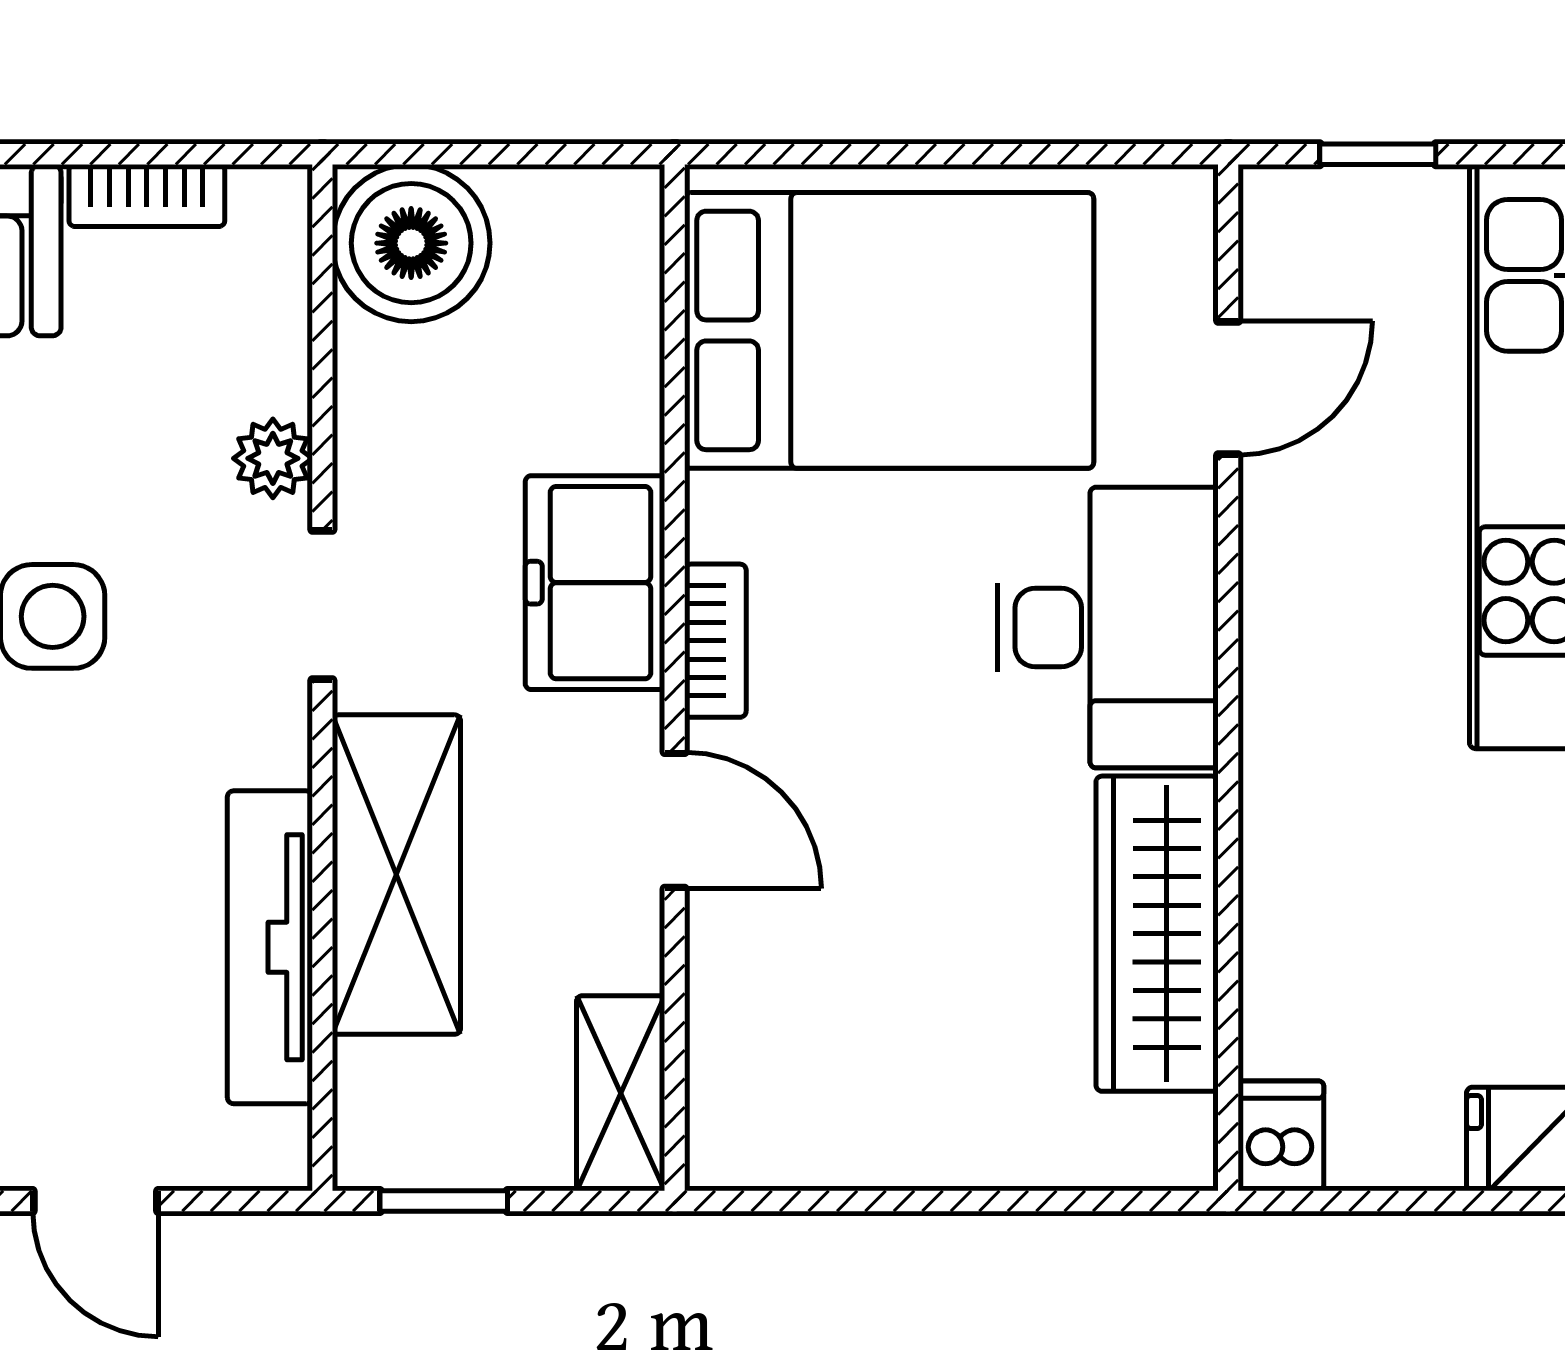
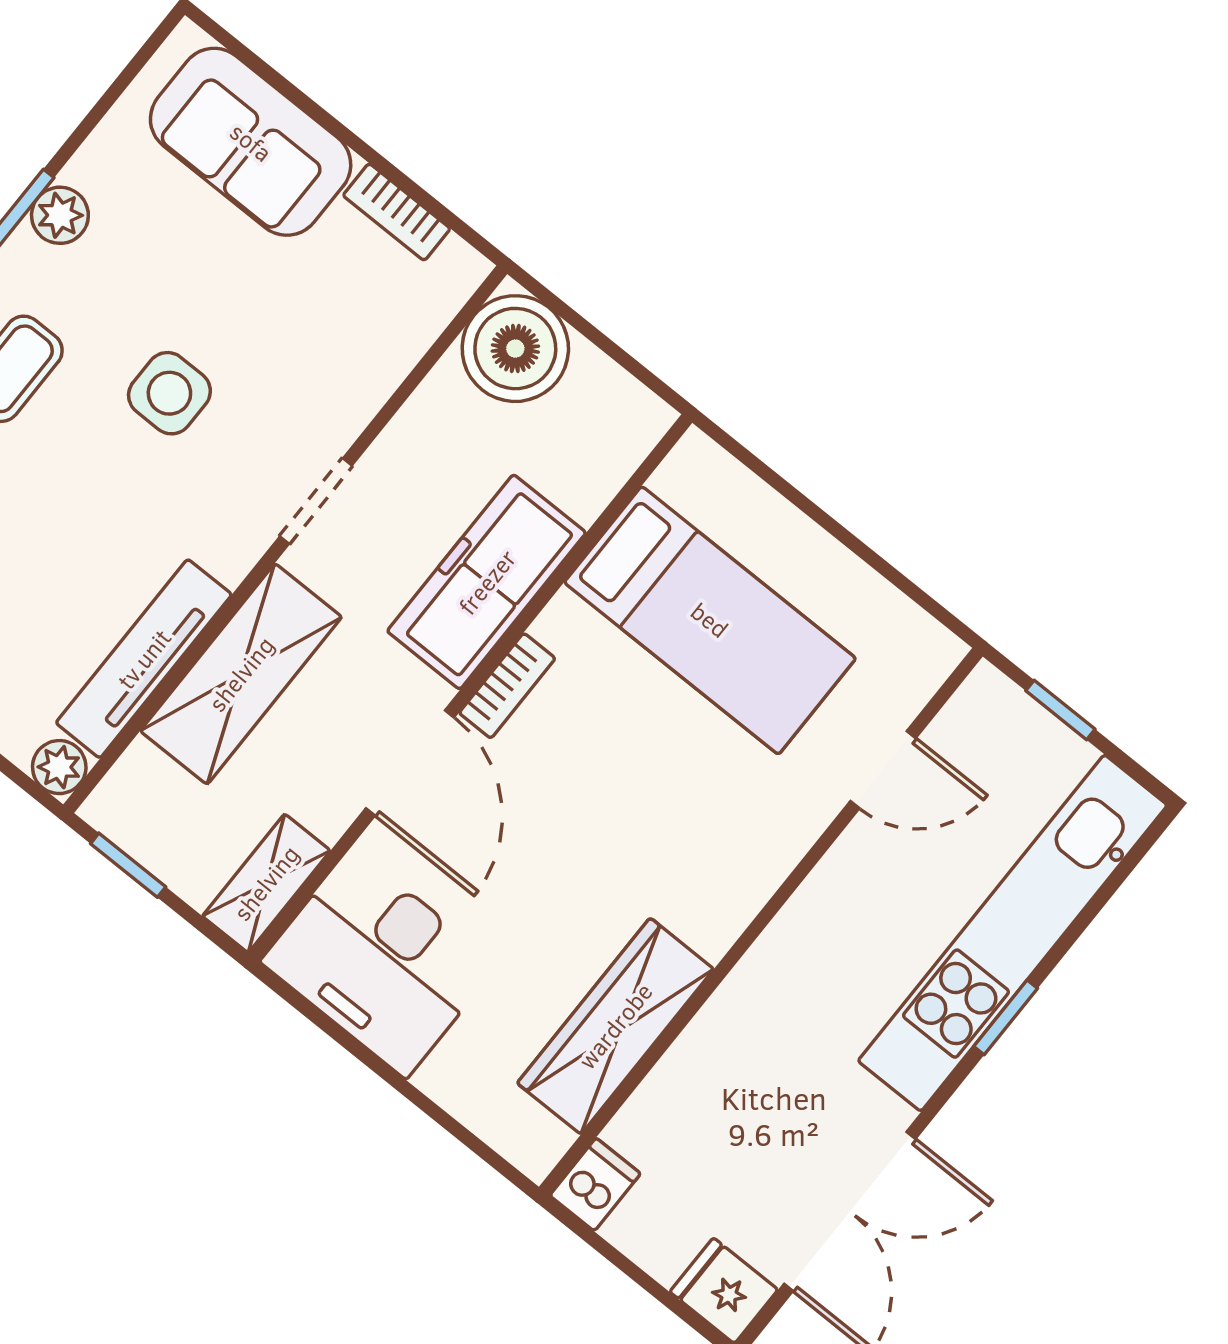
bed: (889, 330) -> (710, 620), width x0.67
plant: (273, 458) -> (59, 767), moved
freezer: (595, 583) -> (487, 582), width x1.40
desk: (1108, 628) -> (379, 963), moved, turned 90
door: (675, 820) -> (410, 763), width x1.38

